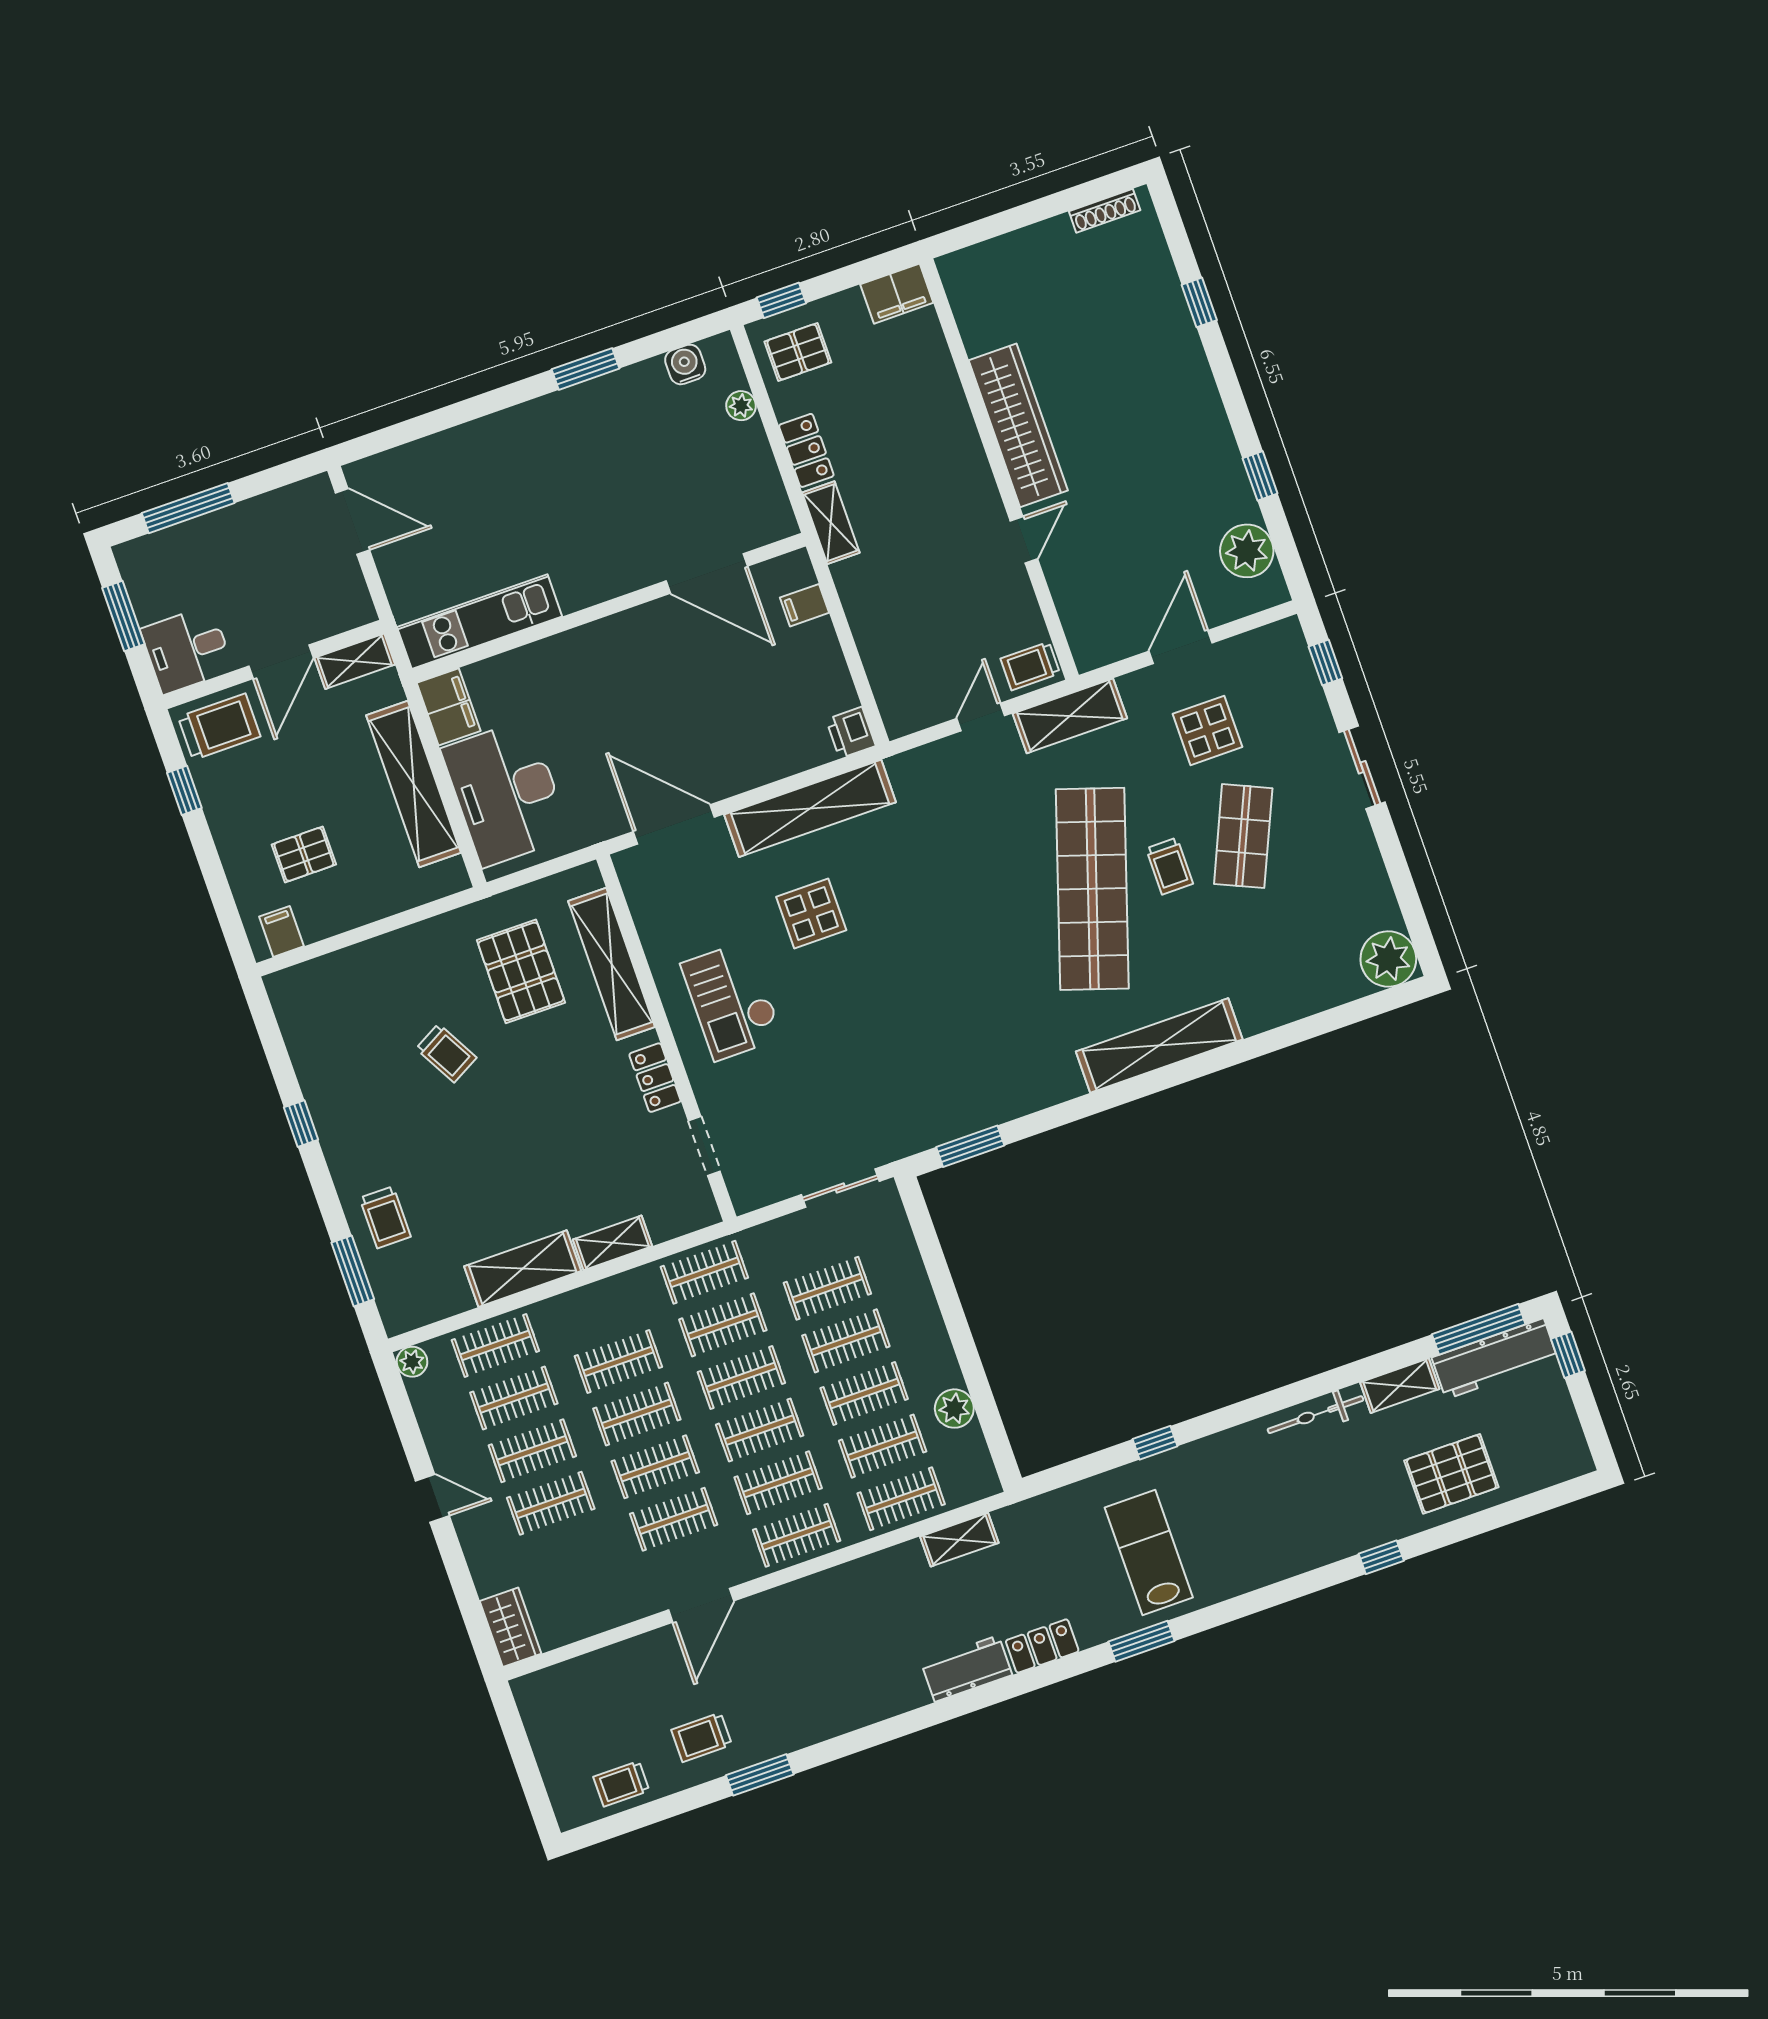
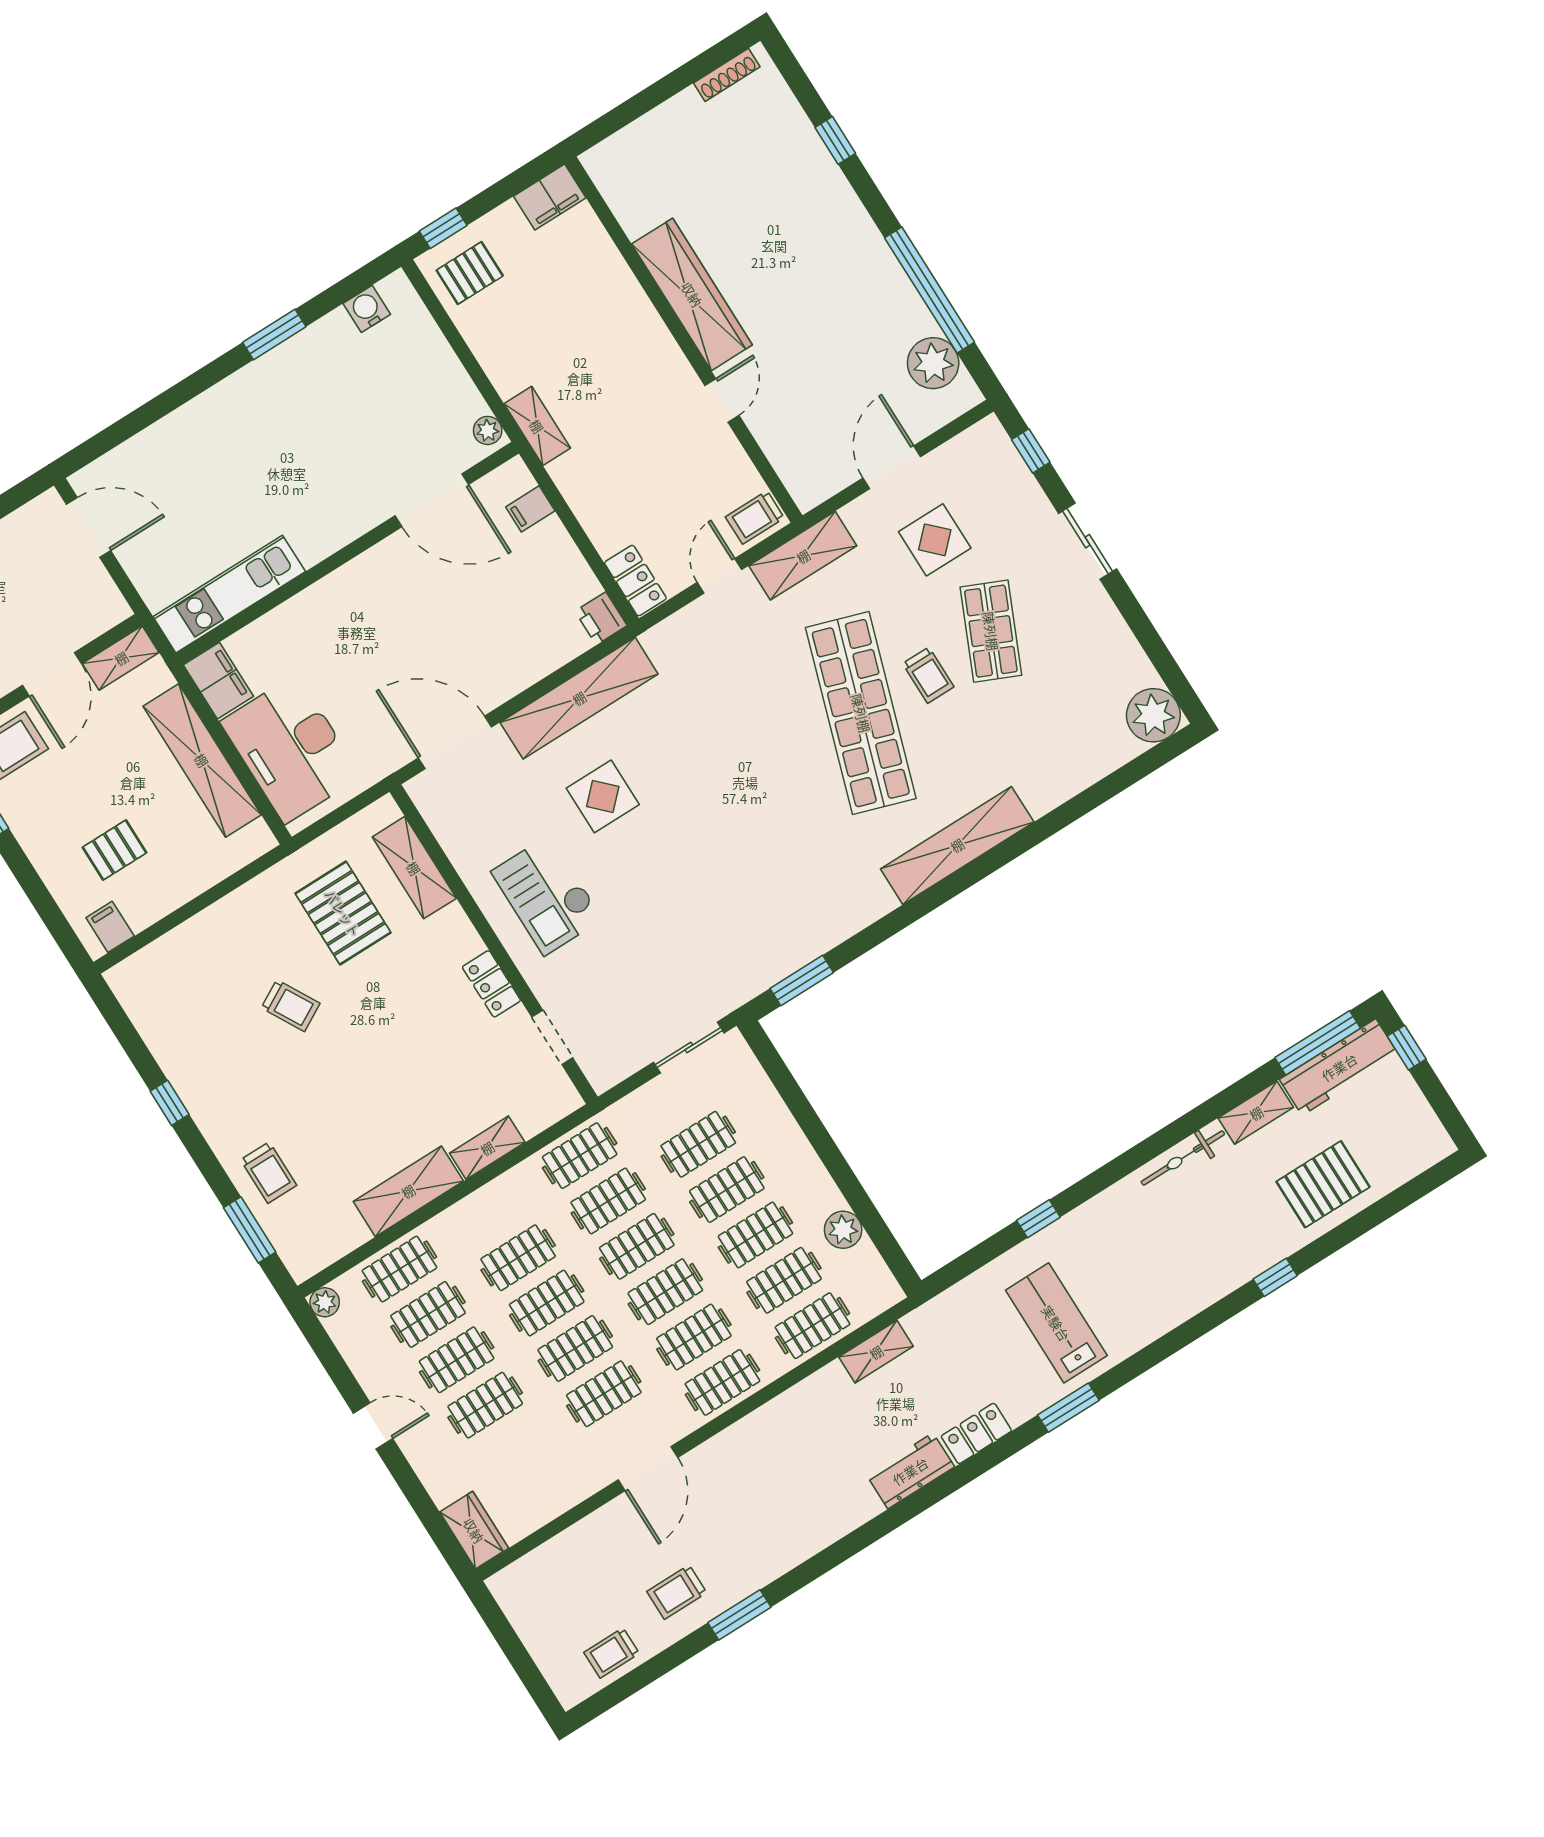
plant: (741, 406) -> (488, 430), moved
locker: (806, 450) -> (635, 581), moved
window: (1260, 476) -> (929, 290), width x3.17
shelving: (612, 964) -> (414, 868), width x0.68

